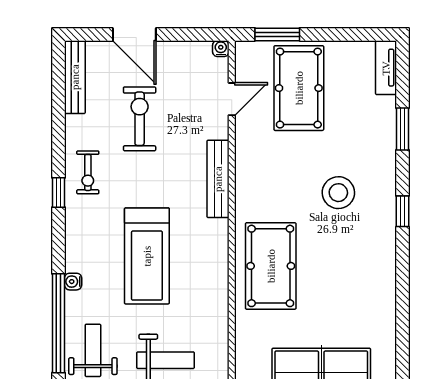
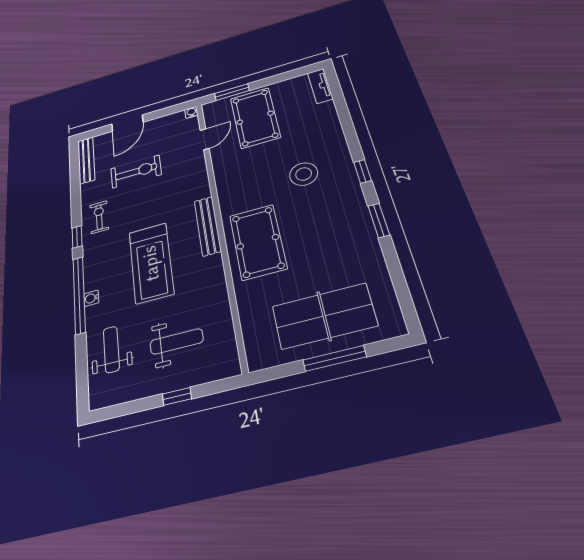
door: (134, 34) -> (127, 123), hinge flipped
exercise bike: (140, 119) -> (136, 172), turned 90
window: (402, 129) -> (379, 220), moved
exercise bike: (88, 172) -> (99, 217), turned 180
bench: (218, 179) -> (208, 226), moved
window: (59, 323) -> (79, 295), moved

